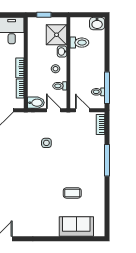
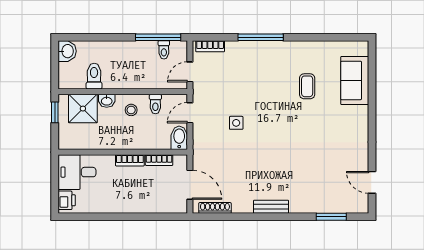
window: (44, 15) -> (55, 112), moved

